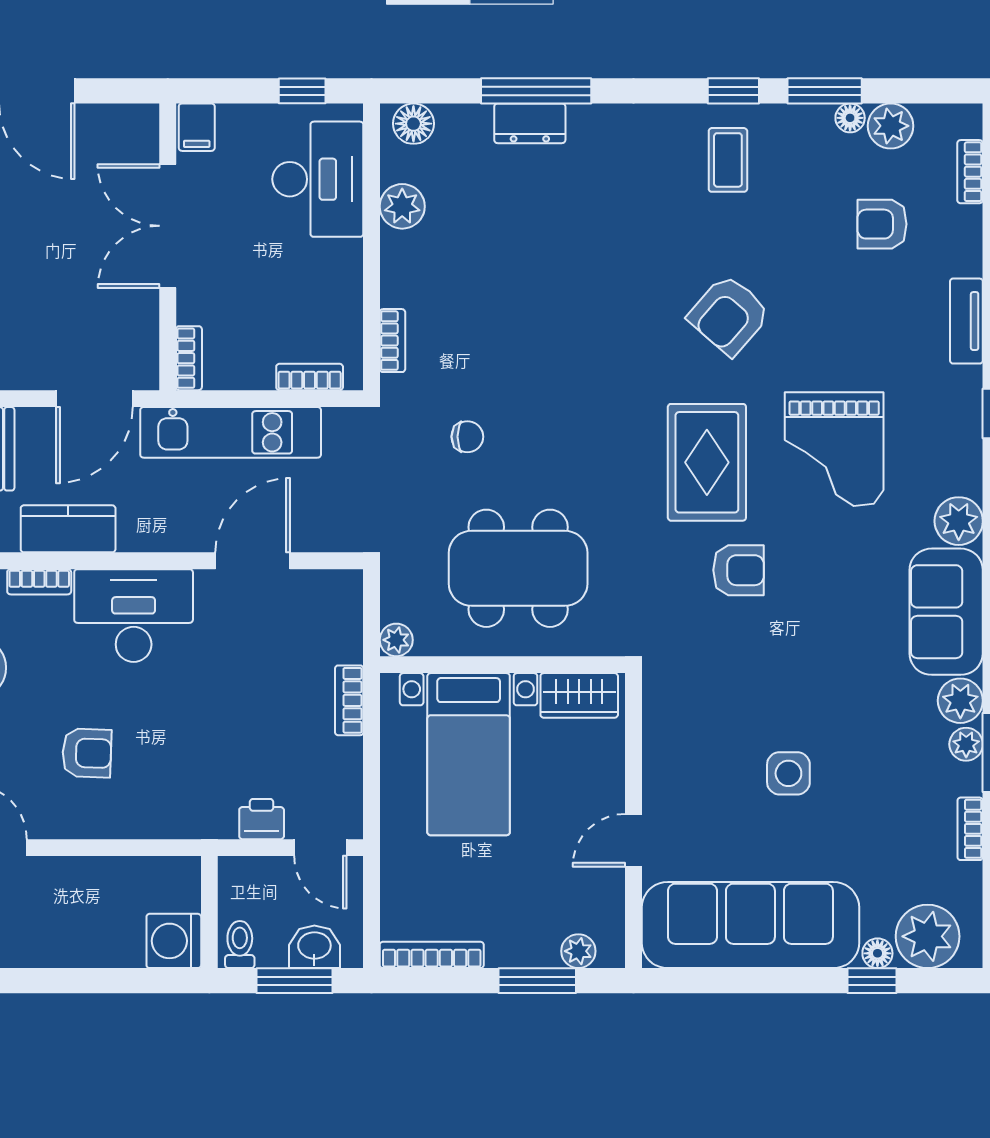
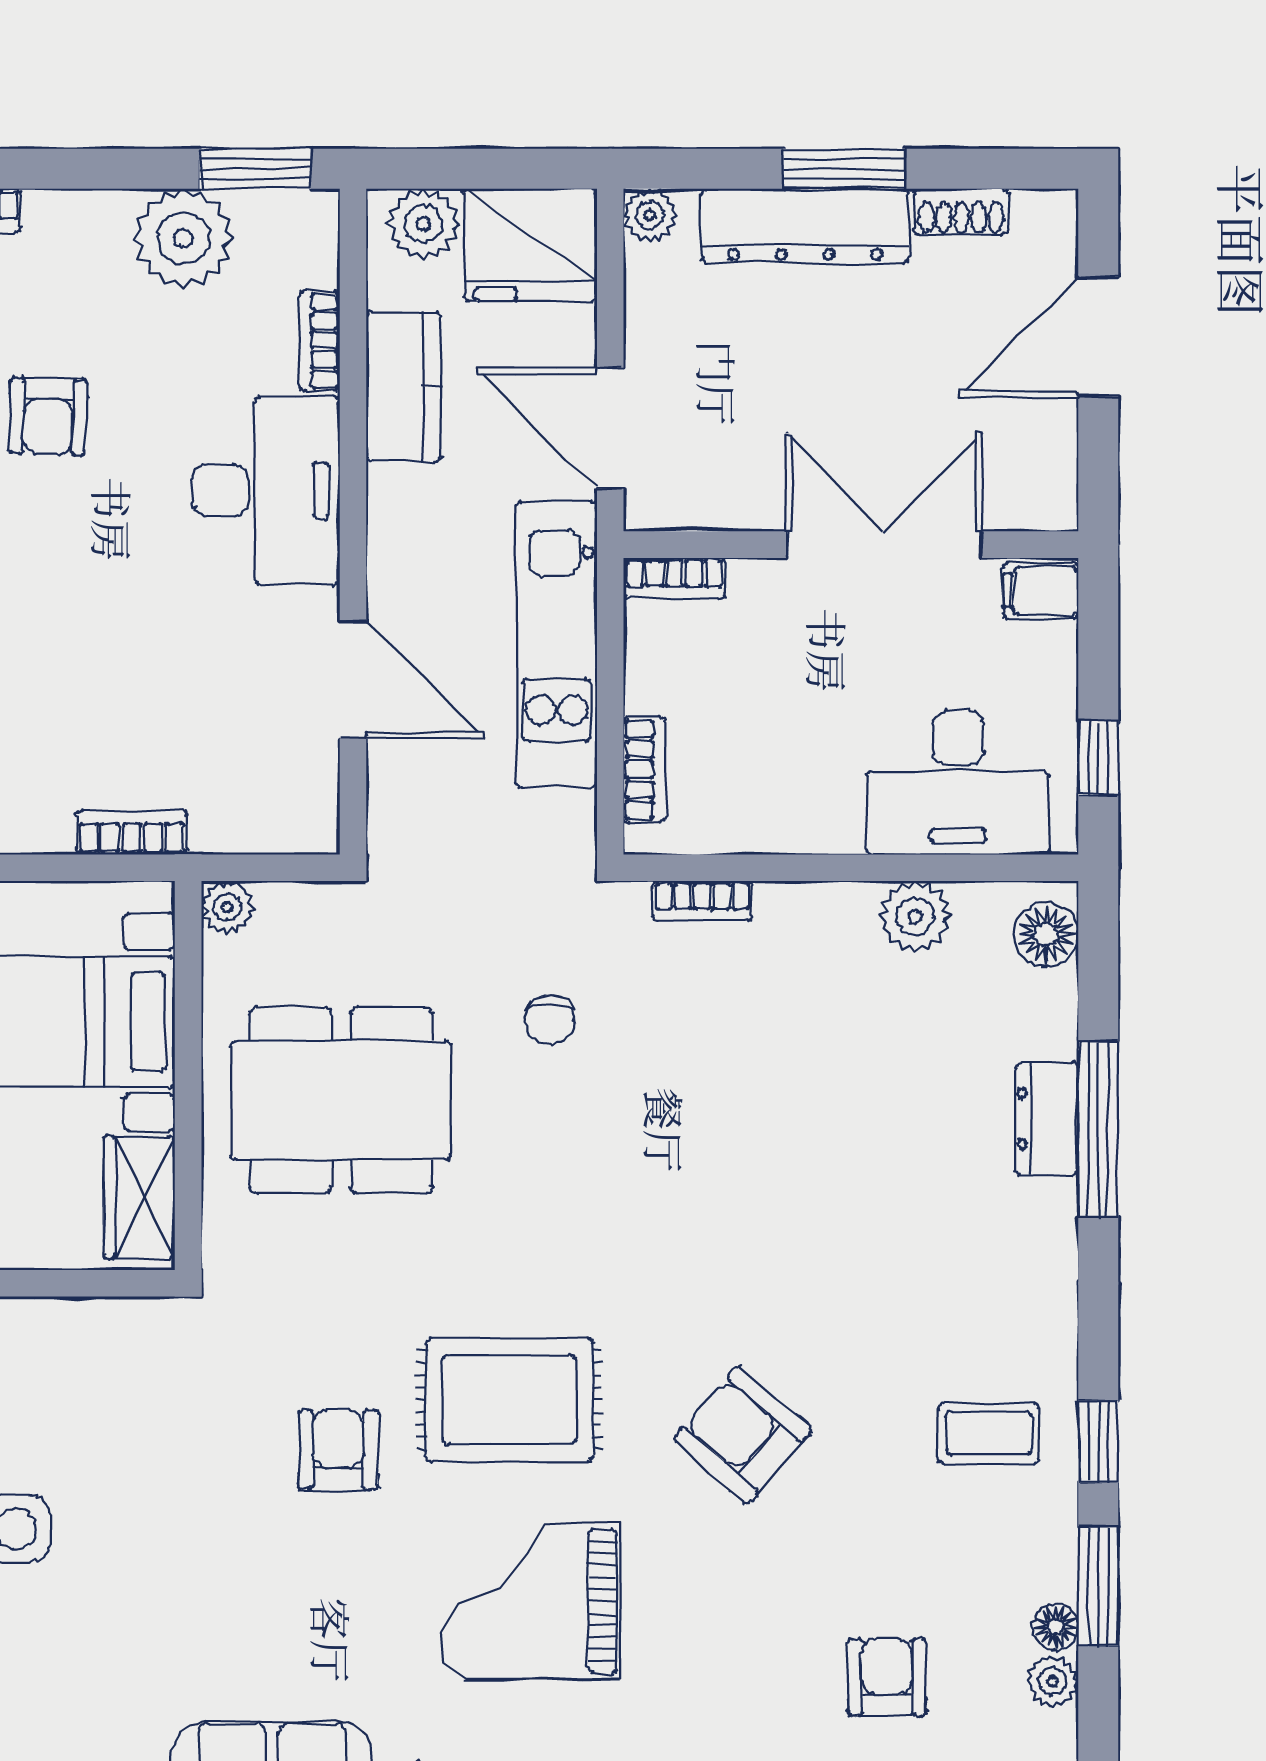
plant: (891, 126) -> (1052, 1681), width x0.73, depth x0.73
dining table: (518, 568) -> (341, 1100), turned 90
armchair: (739, 570) -> (338, 1450), turned 180

